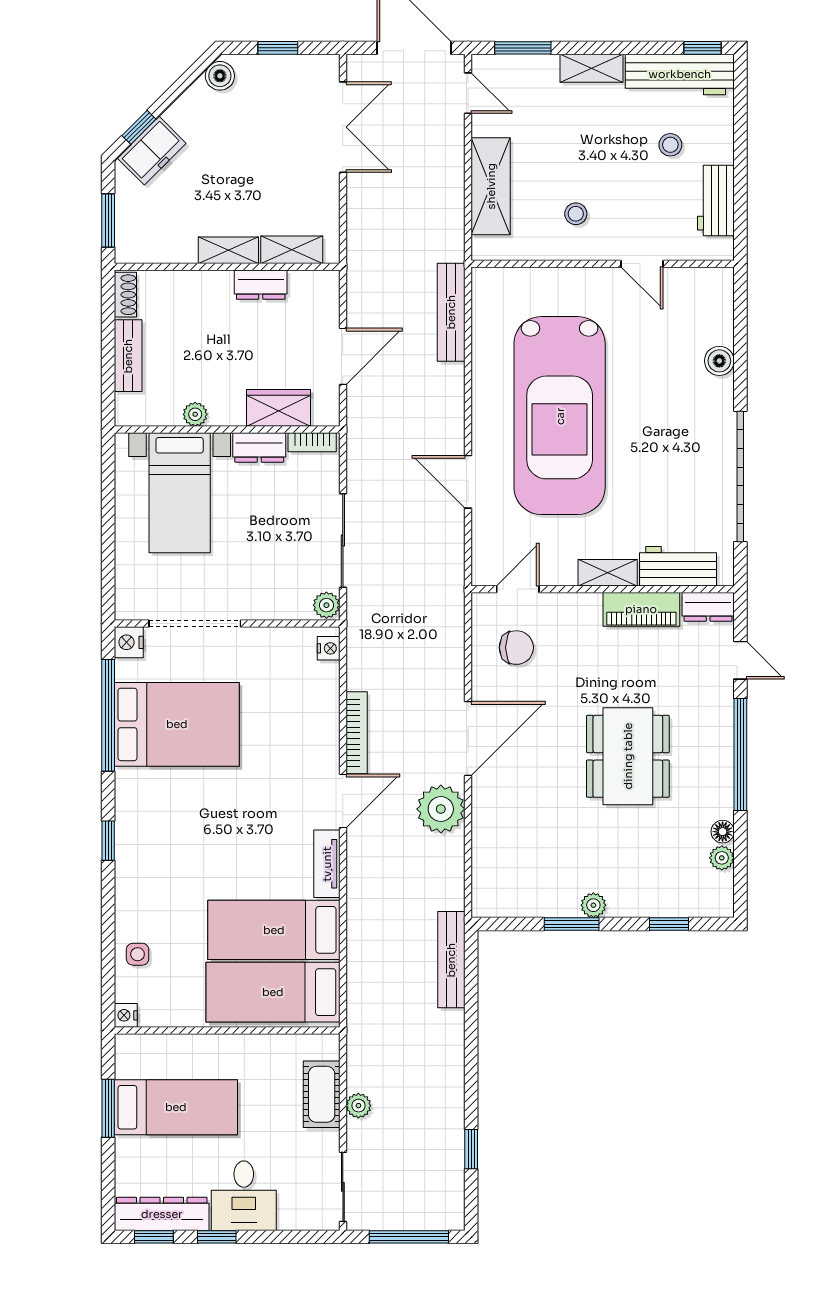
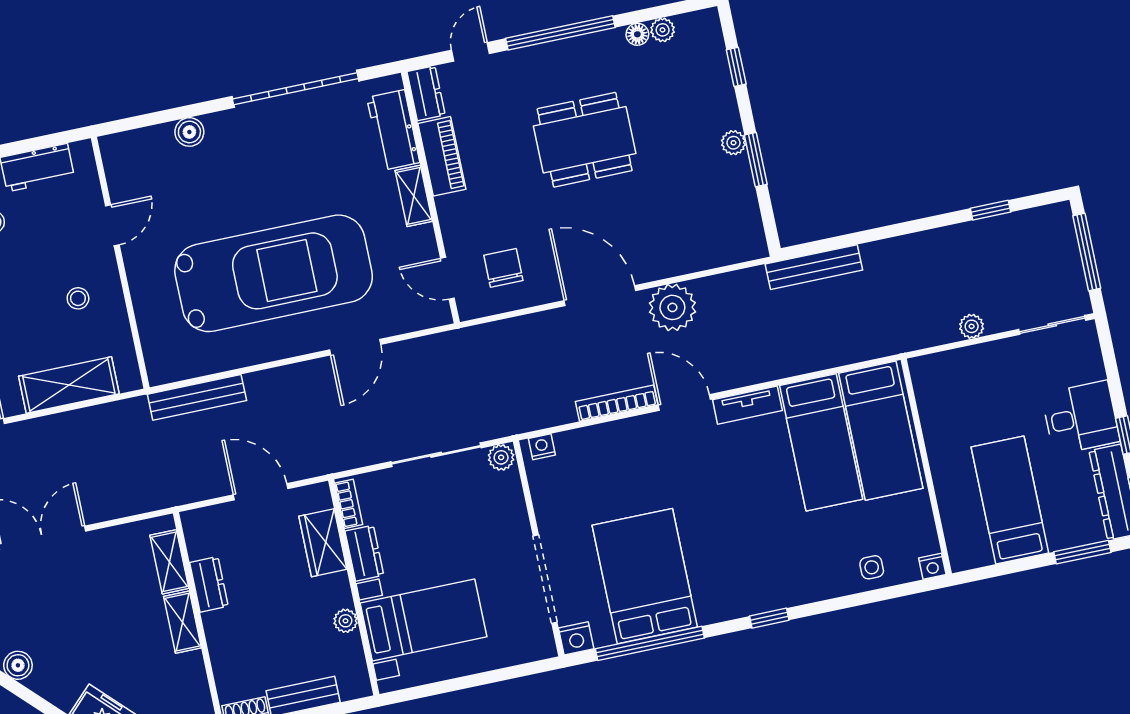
cot: (322, 1094) -> (968, 364), removed
window: (108, 1108) -> (1082, 552), moved

